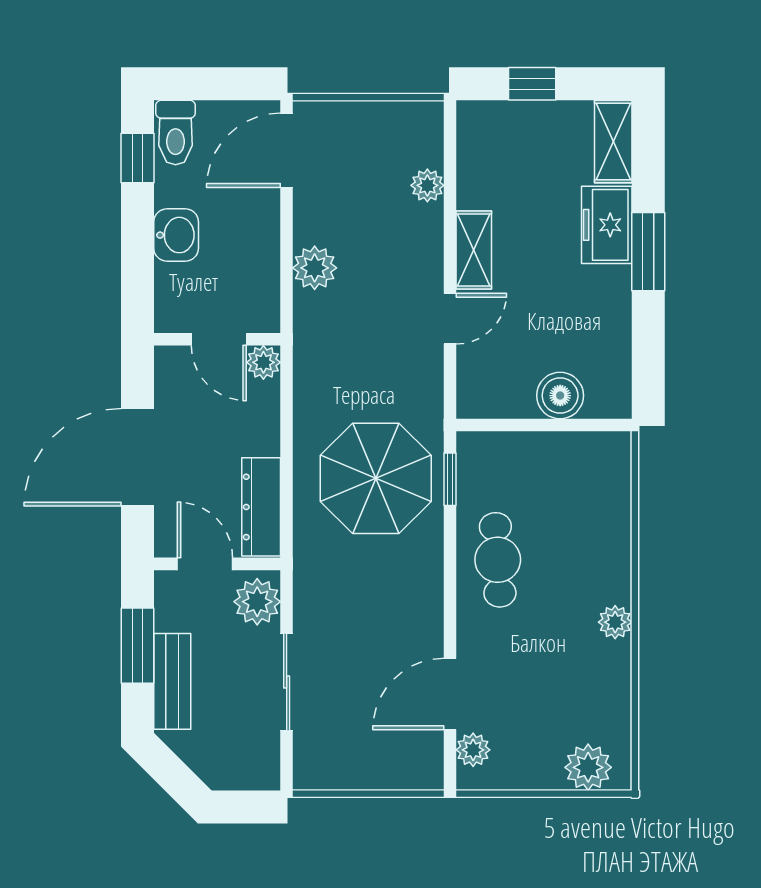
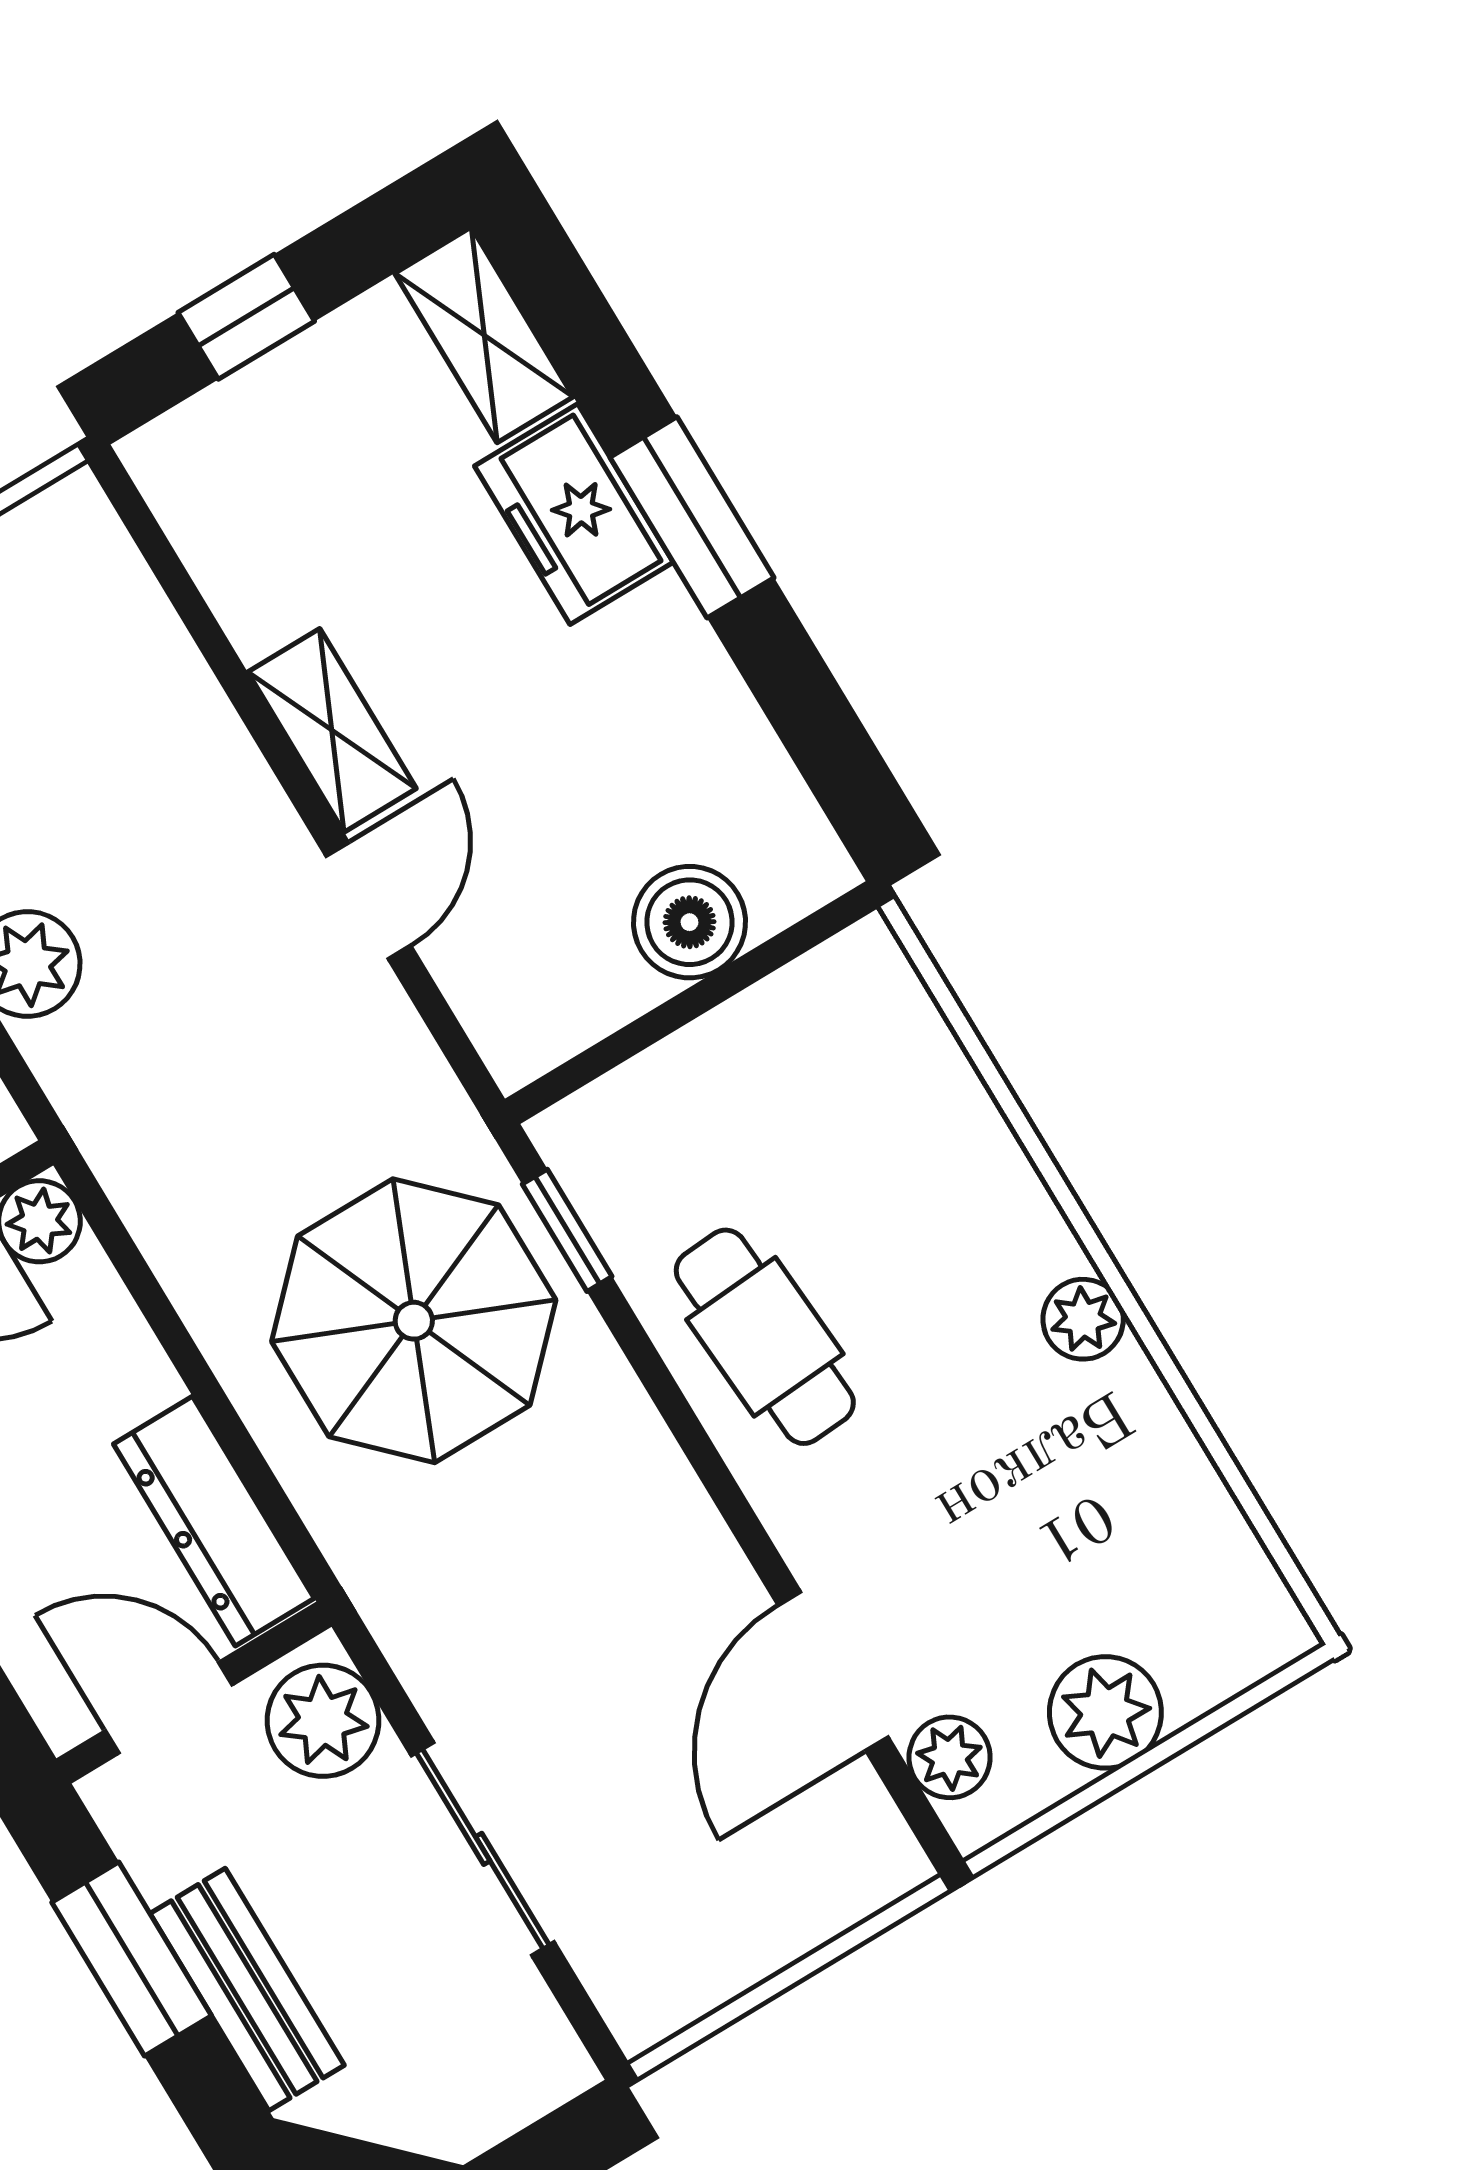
plant: (427, 185) -> (157, 655), removed
plant: (588, 767) -> (1105, 1712), moved

